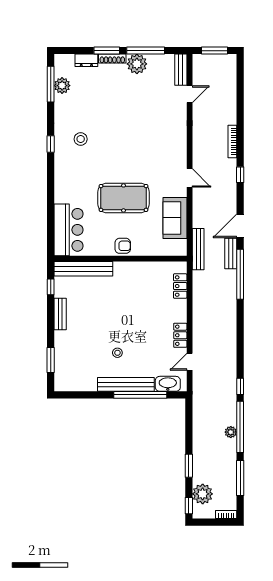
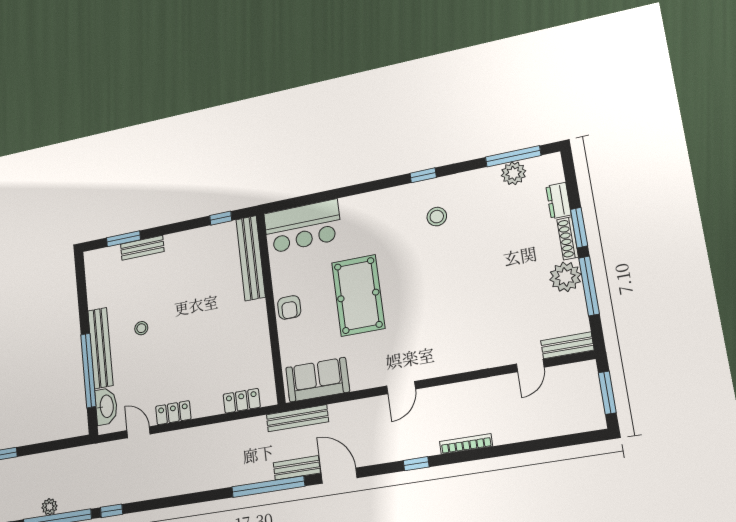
door: (190, 94) -> (530, 366), hinge flipped
sofa: (175, 218) -> (318, 380), moved
bench: (60, 314) -> (142, 248), moved

